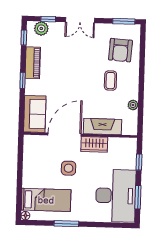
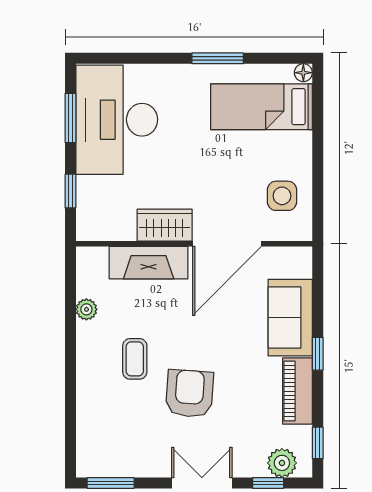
armchair: (120, 50) -> (189, 394), moved
sofa: (35, 114) -> (290, 318), moved
side table: (69, 168) -> (282, 196), moved

